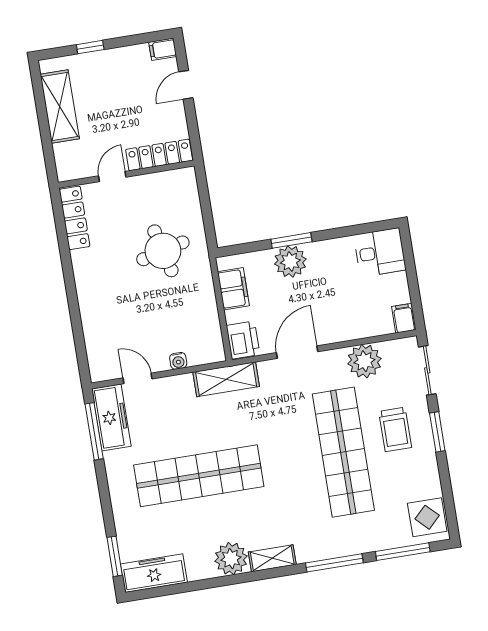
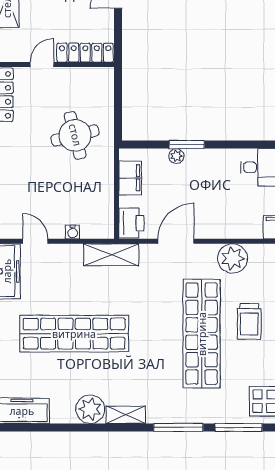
plant: (290, 262) -> (176, 156), width x0.53, depth x0.53

